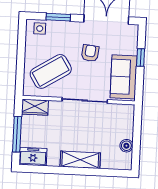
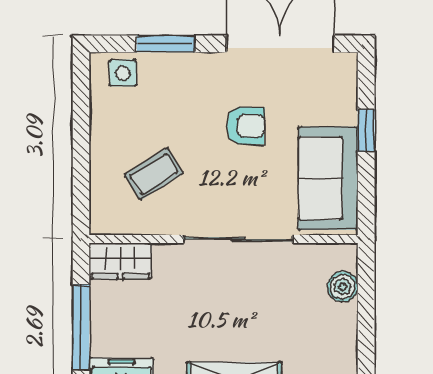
armchair: (90, 53) -> (246, 126), turned 85
coffee table: (51, 71) -> (154, 174), width x0.54, depth x0.58
boiler: (126, 146) -> (343, 287), moved

